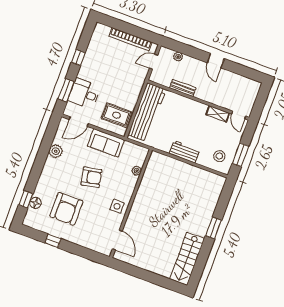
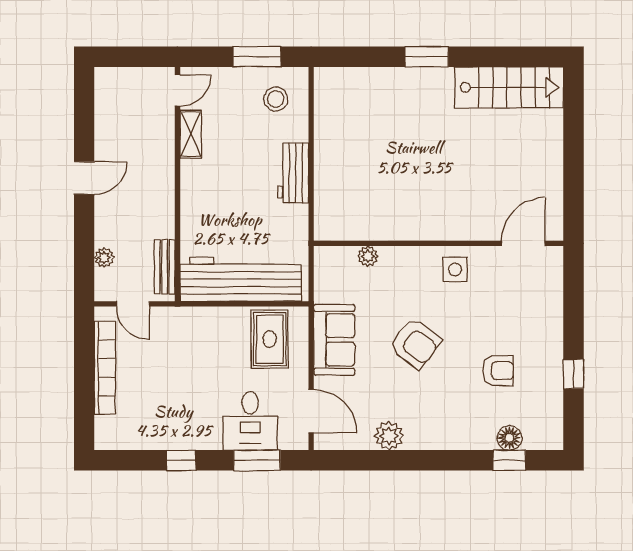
bench: (183, 88) -> (165, 267), moved
armchair: (91, 177) -> (415, 343), turned 138
armchair: (66, 209) -> (498, 371), width x0.53, depth x0.53

